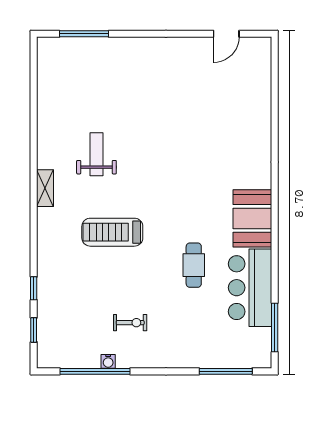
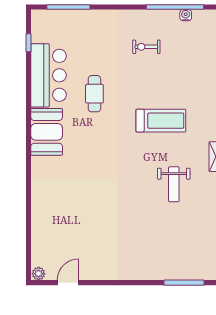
plant: (262, 45) -> (39, 274), added
window: (275, 328) -> (28, 43), width x0.46
water cooler: (108, 361) -> (186, 15), moved

